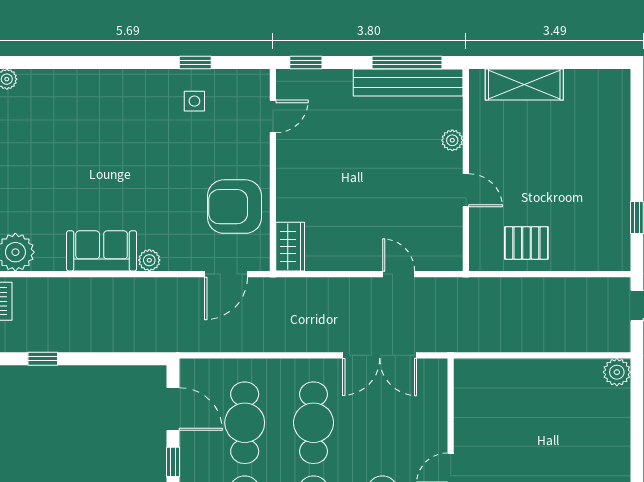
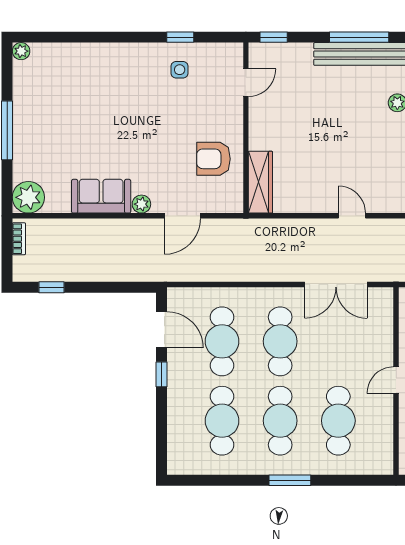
armchair: (235, 207) -> (213, 159), width x0.73, depth x0.73
wardrobe: (290, 247) -> (260, 182), width x1.50
door: (226, 274) -> (182, 216), moved

